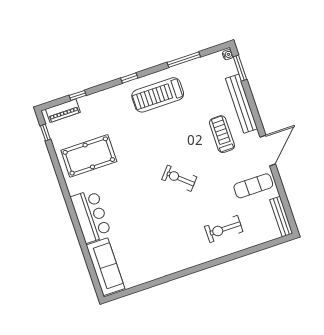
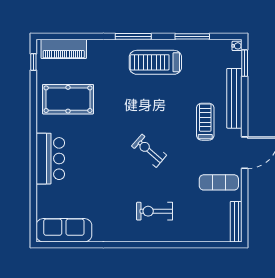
window: (129, 78) -> (133, 36), width x2.17
window: (78, 95) -> (77, 36), removed
piano: (63, 111) -> (64, 49), width x1.37, depth x1.33
exercise bike: (224, 229) -> (155, 211), moved
sofa: (105, 267) -> (64, 230), moved, turned -90

